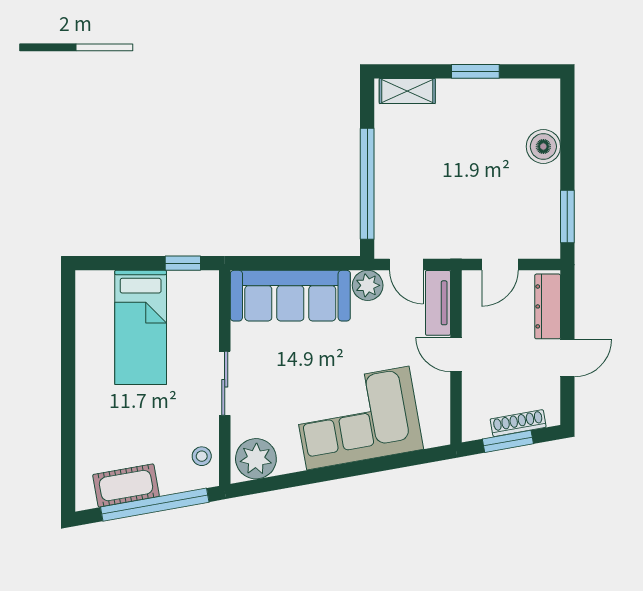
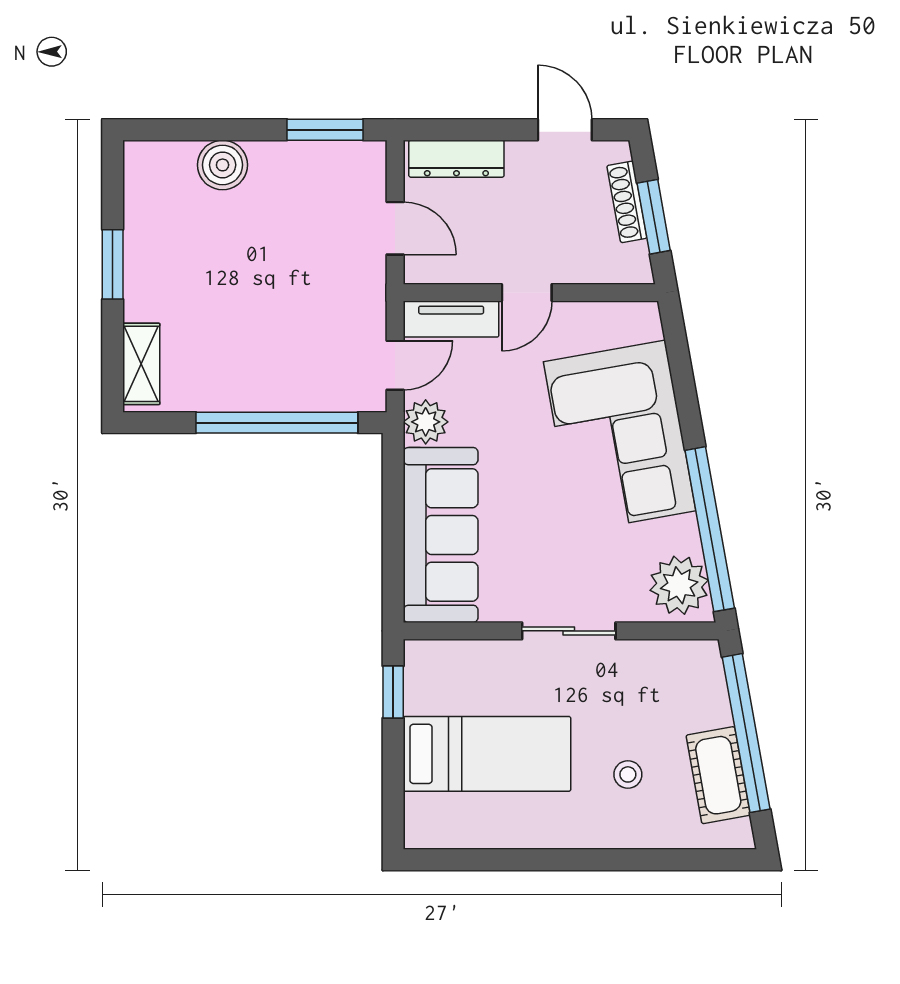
door: (567, 358) -> (565, 130), moved
stool: (202, 456) -> (628, 774), moved
window: (294, 480) -> (710, 529), added

